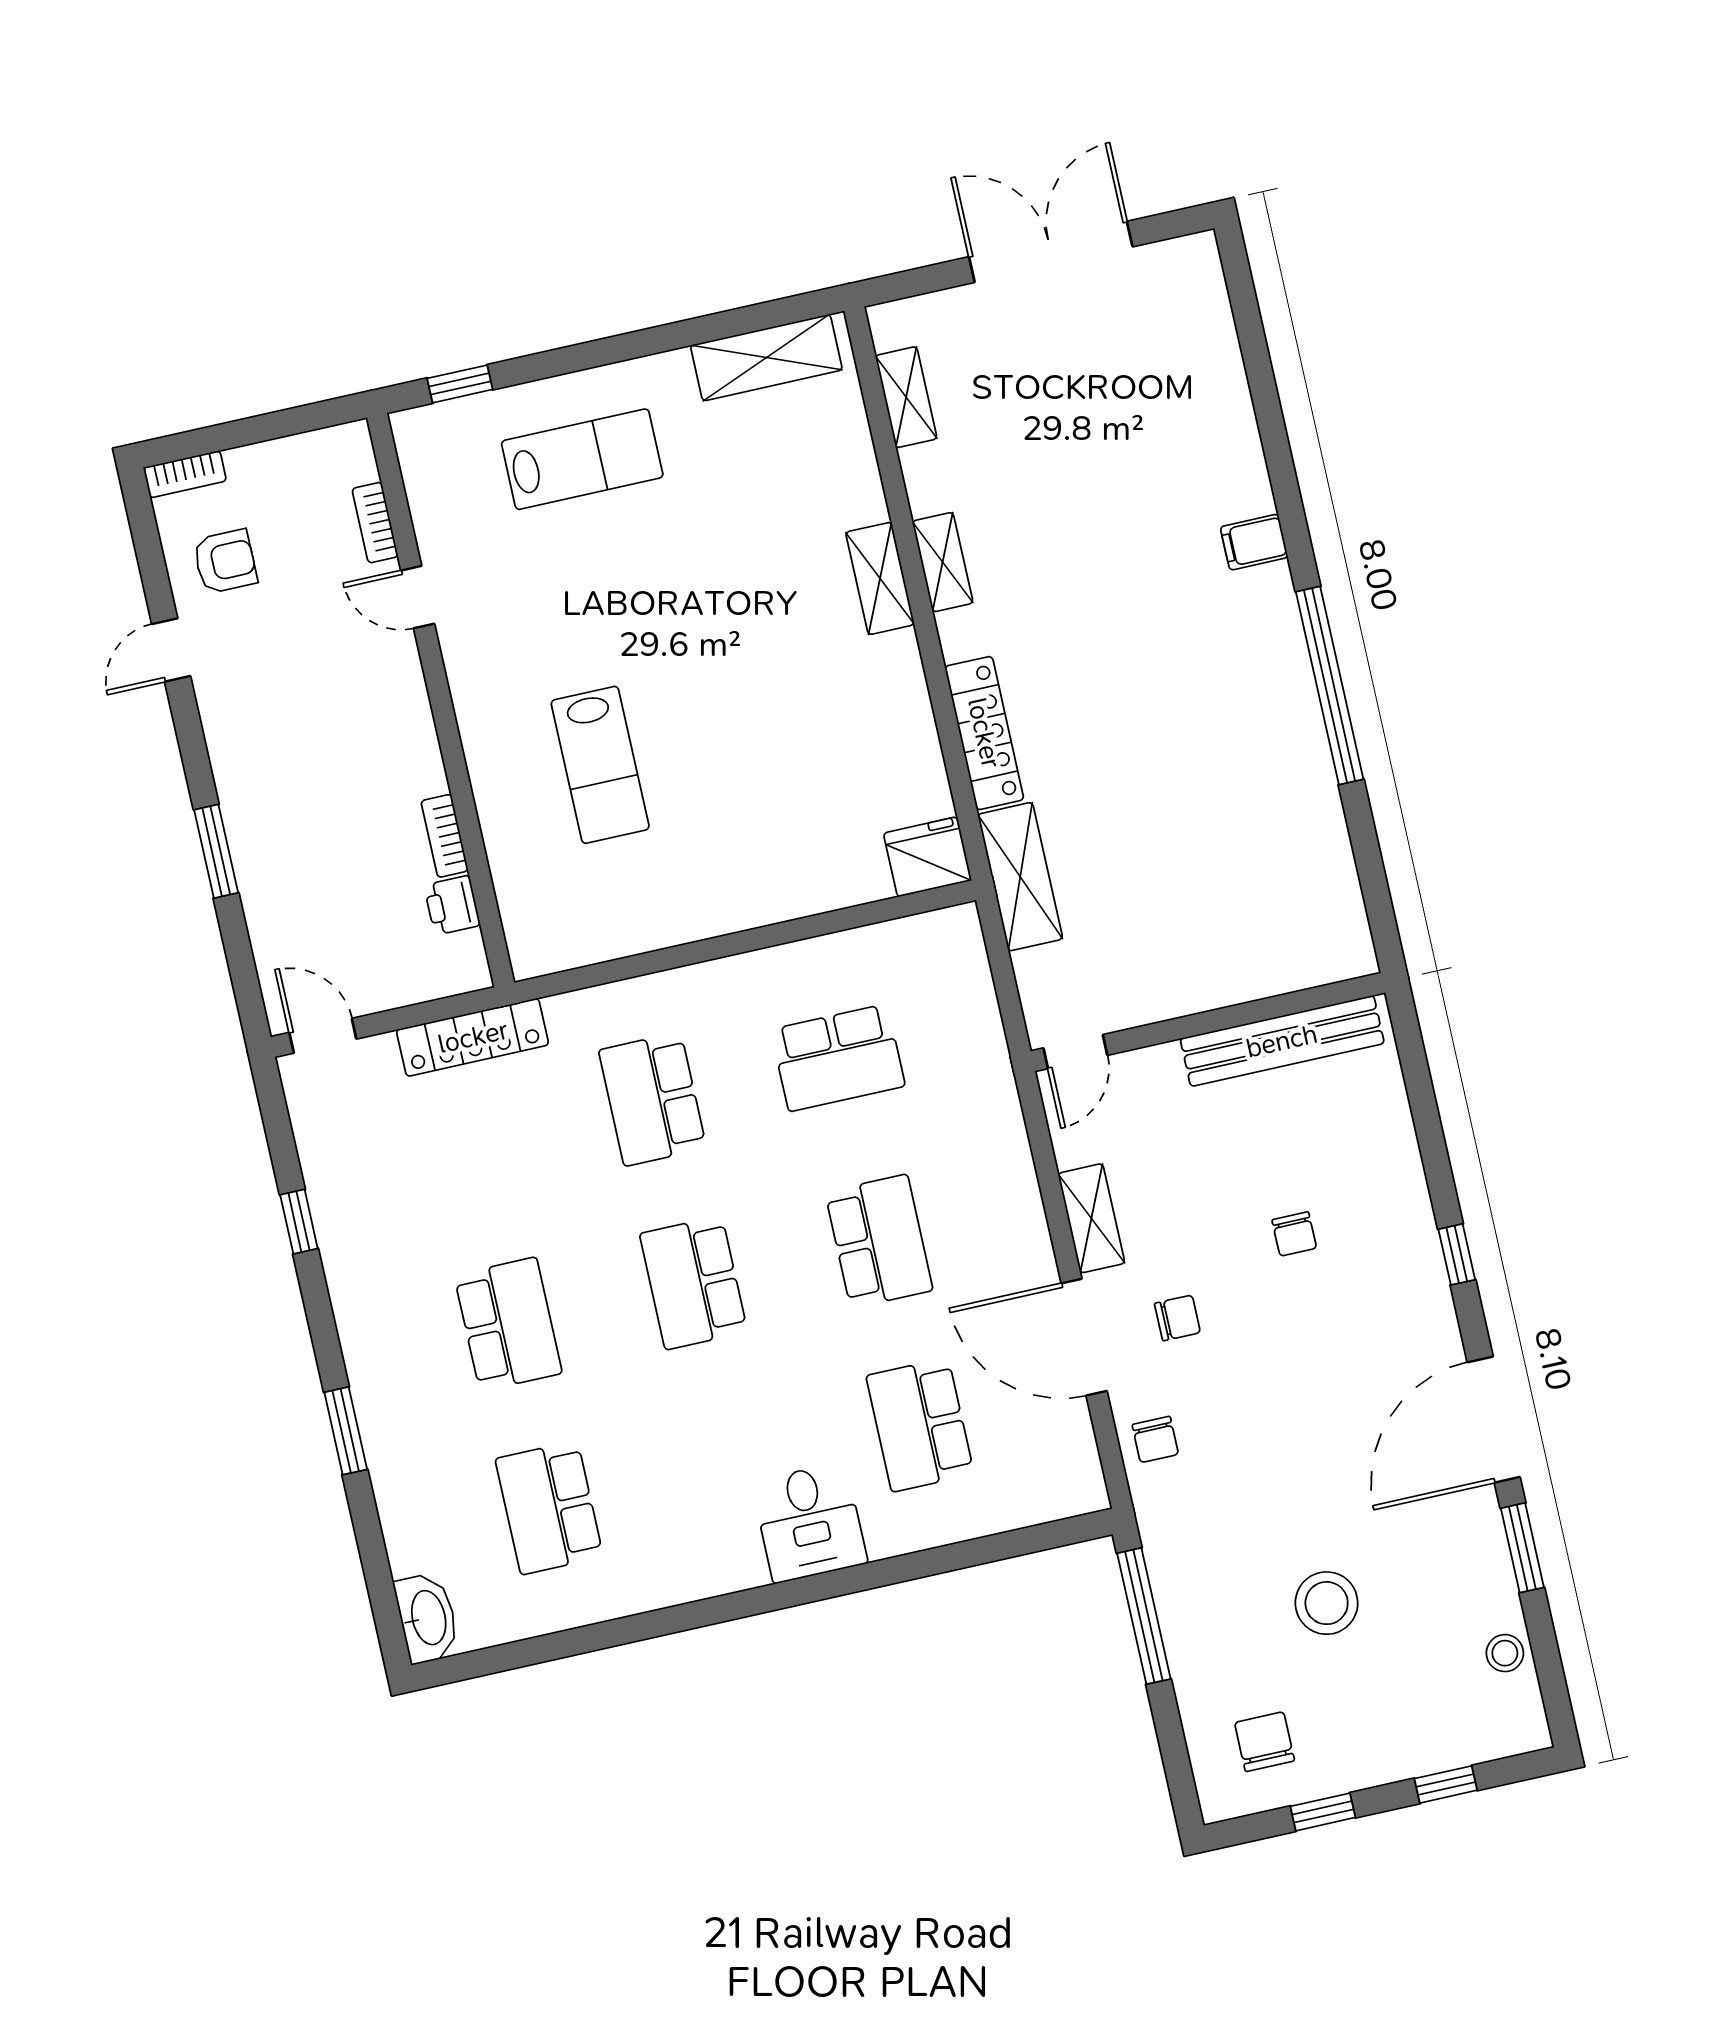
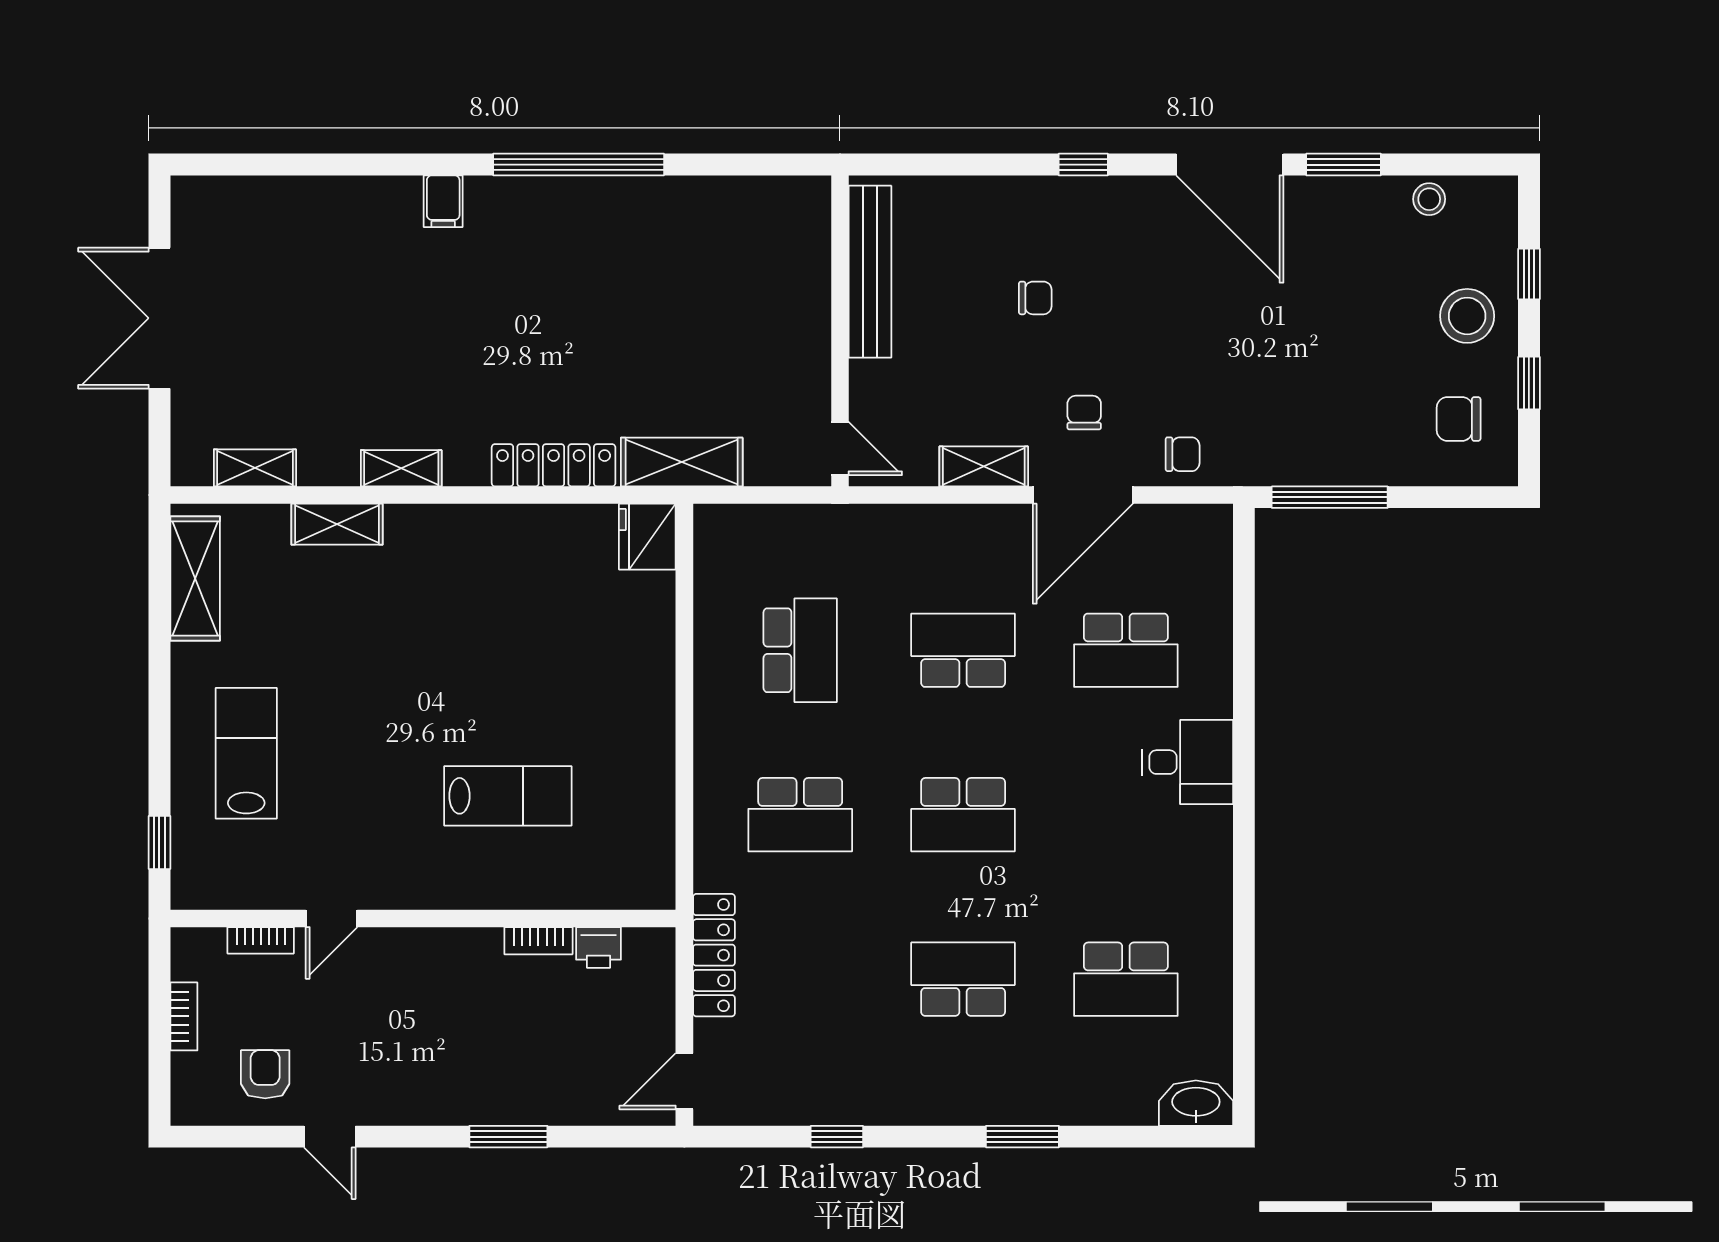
bookcase: (185, 474) -> (184, 1016), moved
shelving: (880, 578) -> (337, 524), moved
stool: (1327, 1603) -> (1467, 316), moved

